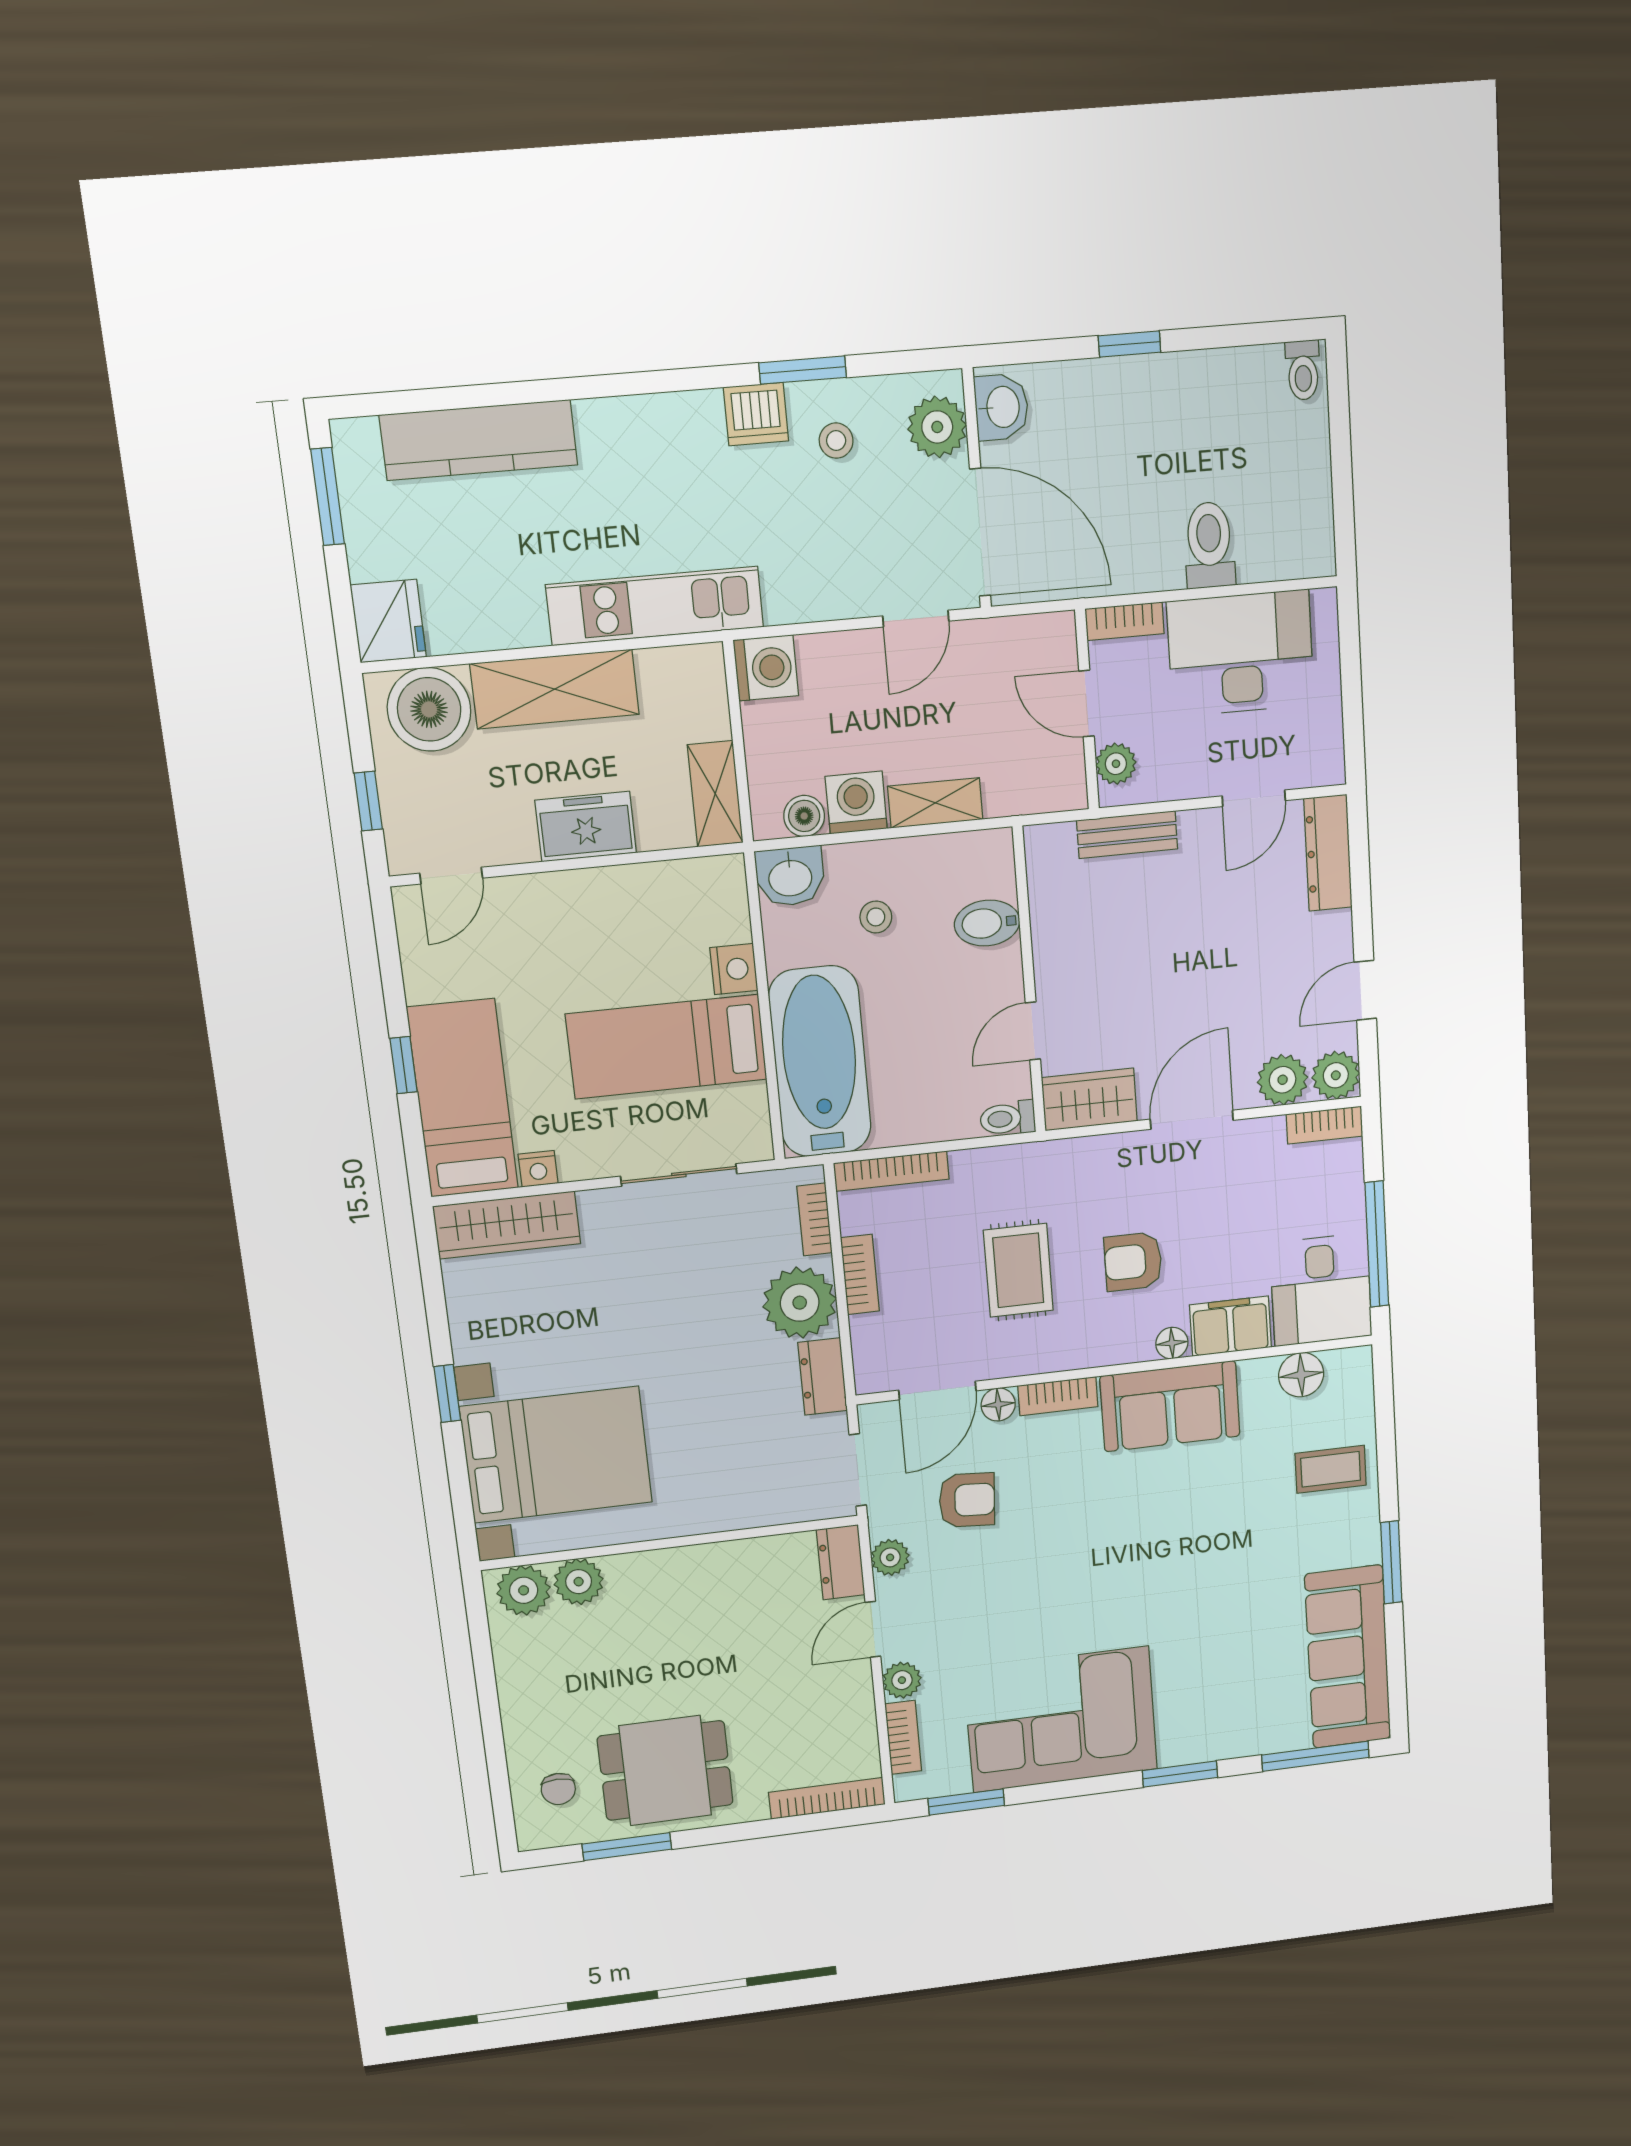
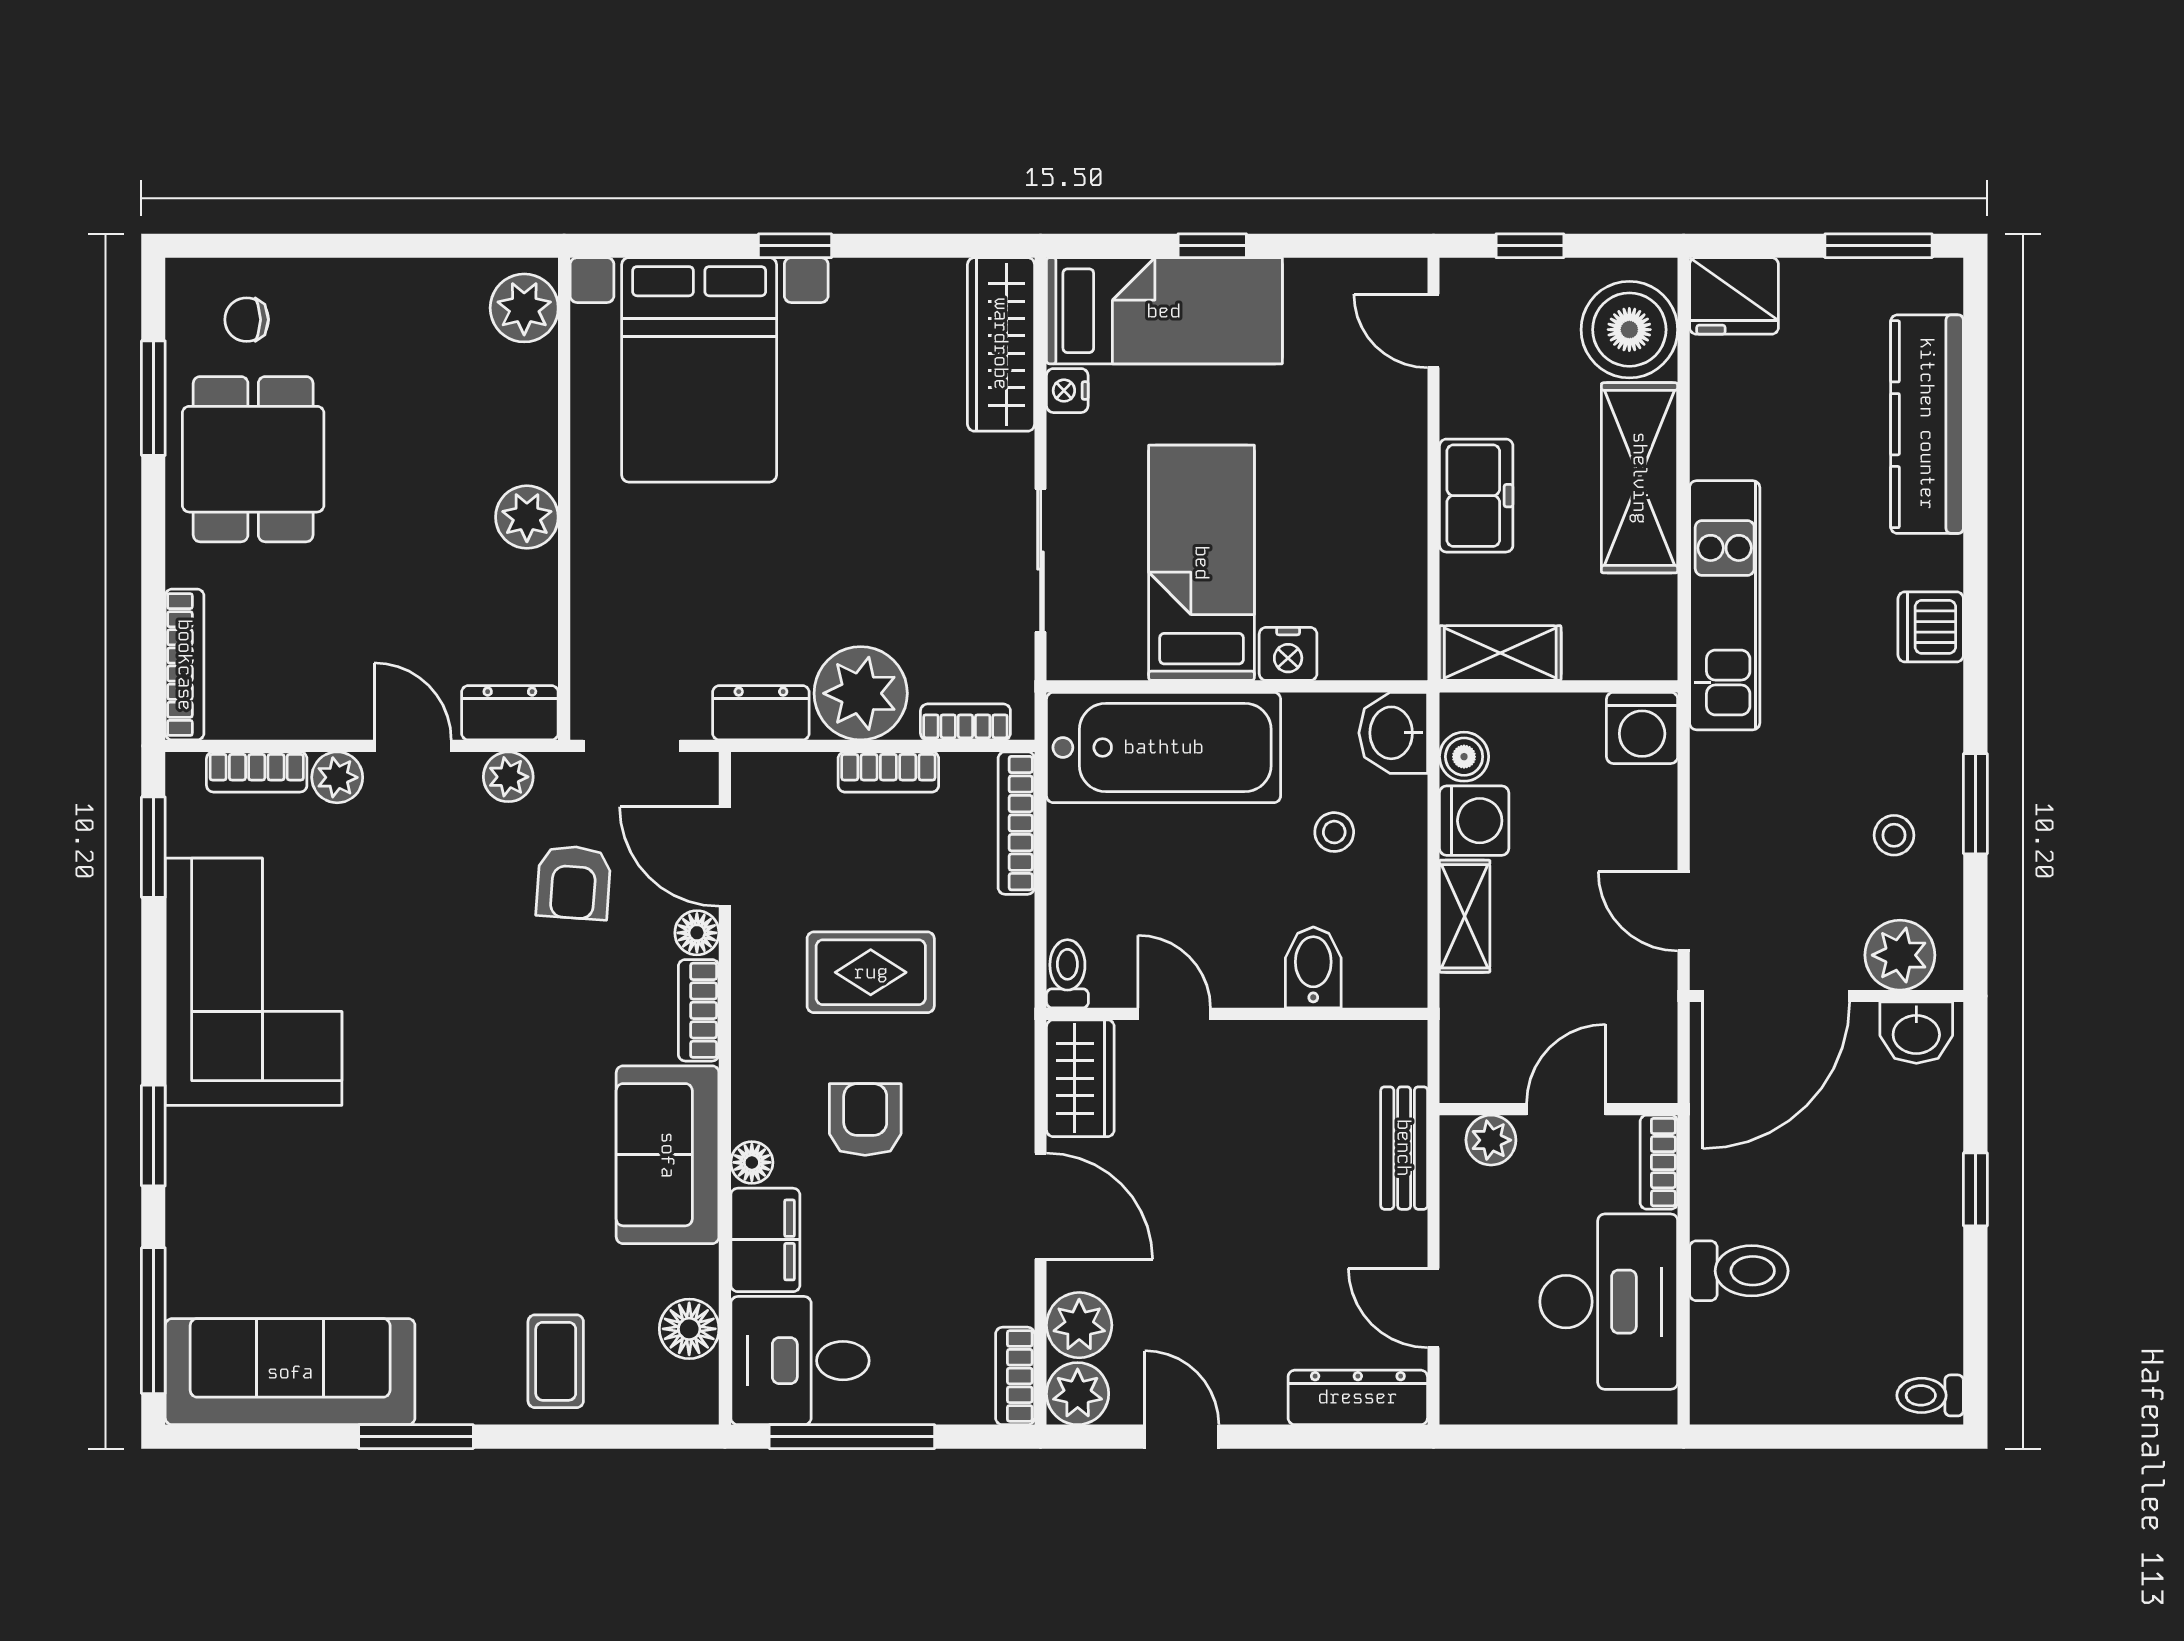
dishwasher: (756, 414) -> (1931, 627), moved
plant: (579, 1582) -> (527, 517), moved

